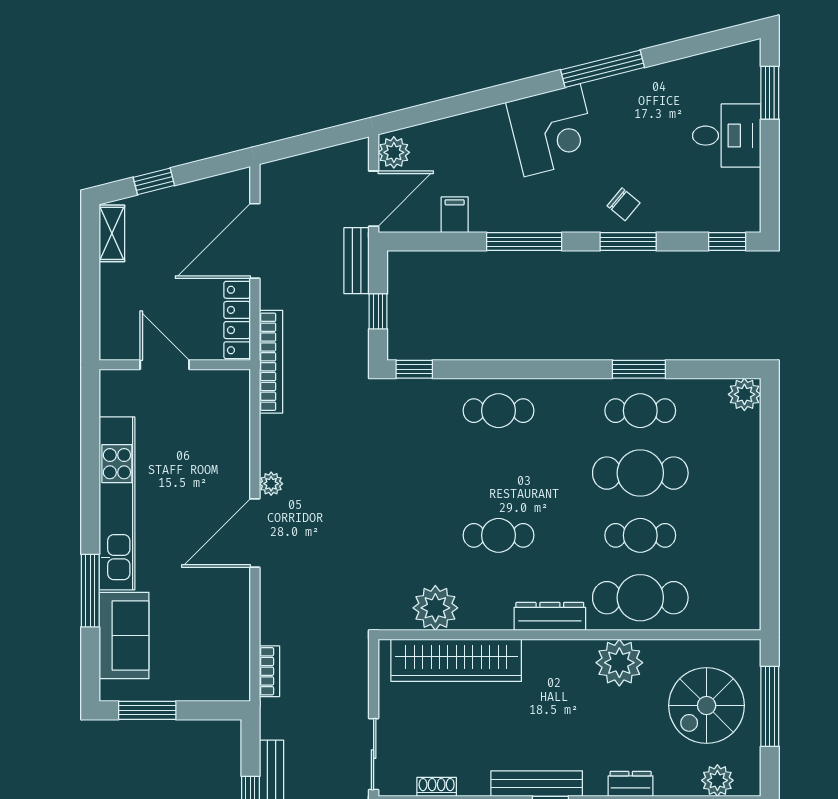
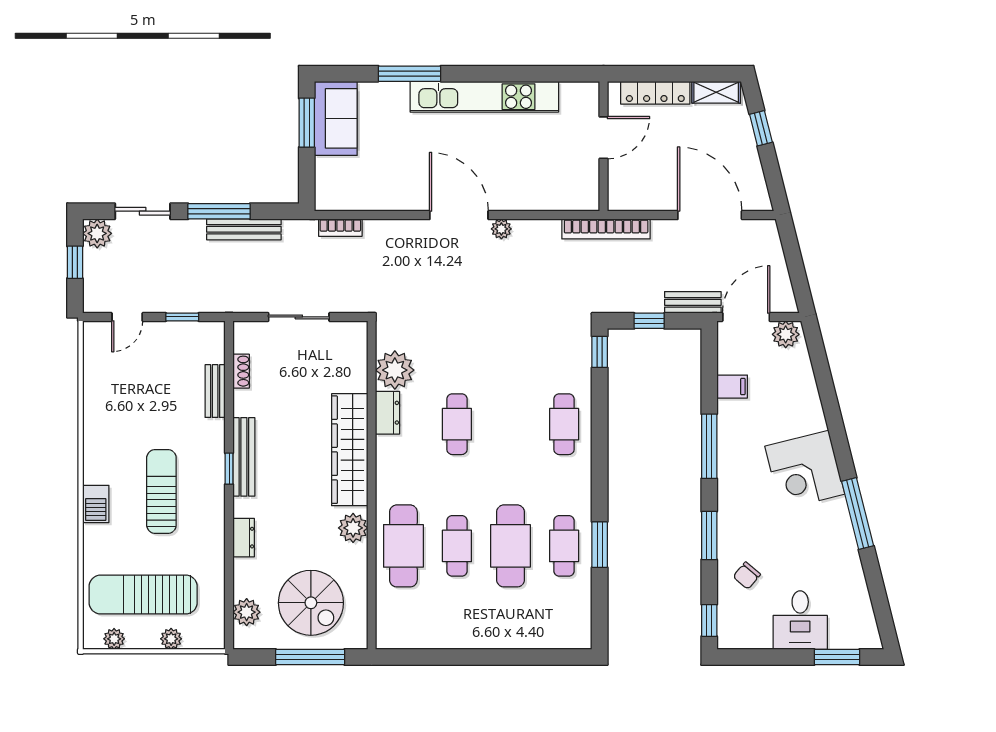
door: (374, 199) -> (746, 317), swing flipped
chair: (624, 204) -> (747, 576), moved
locker: (237, 320) -> (655, 93), moved, turned 180
plant: (744, 394) -> (578, 635), removed
dresser: (550, 616) -> (387, 413), moved, width x0.70
sofa: (124, 636) -> (336, 118), moved, turned -90
wardrobe: (456, 660) -> (350, 450), moved
plant: (619, 663) -> (353, 528), width x0.73, depth x0.73
spiral stairs: (707, 705) -> (311, 603), turned 180
sliding door: (374, 754) -> (299, 317), moved

